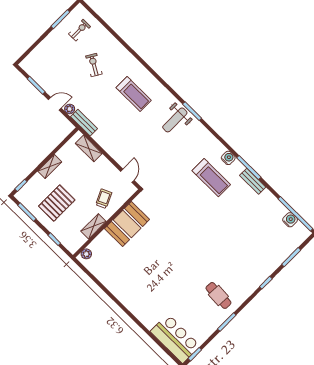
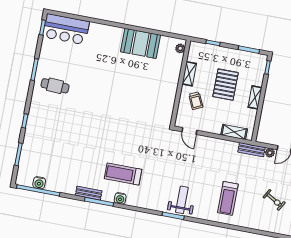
treadmill: (134, 94) -> (228, 198), turned -90
pallet: (57, 203) -> (226, 85), moved
booth: (127, 224) -> (141, 43), moved, turned 90

